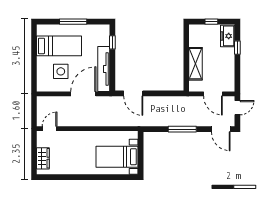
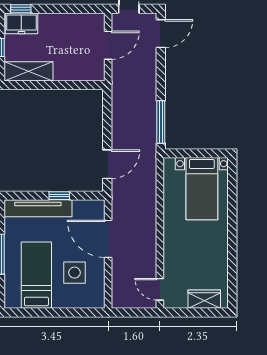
window: (112, 42) -> (59, 196), moved
window: (237, 48) -> (21, 9), moved
shelving: (196, 64) -> (28, 71), moved
tv unit: (104, 69) -> (38, 208), moved
window: (182, 129) -> (161, 122), moved

